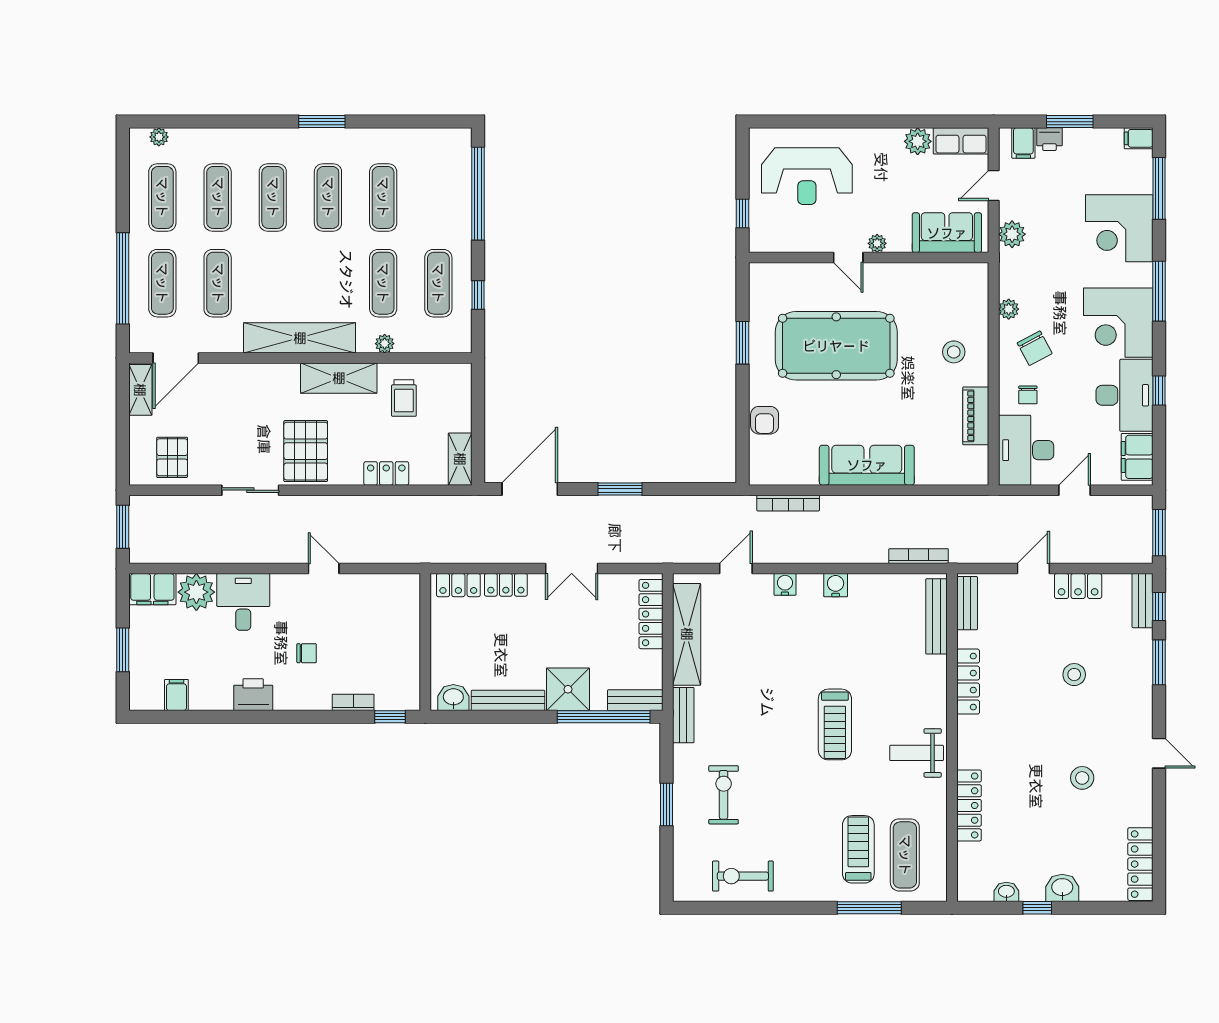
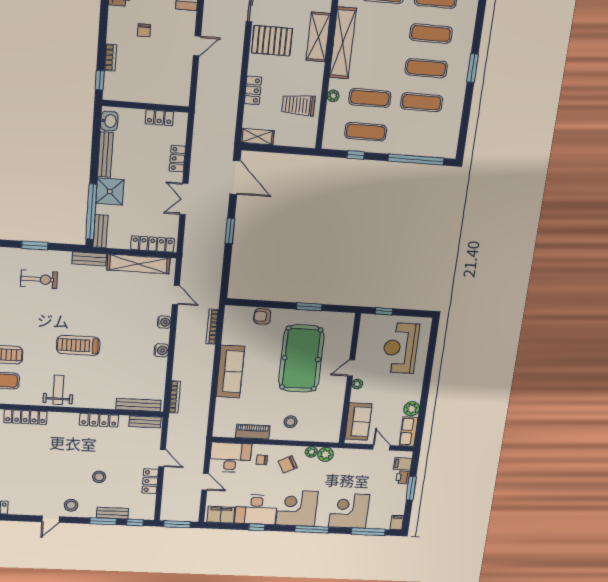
plant: (1012, 234) -> (326, 454), moved
shelving: (339, 378) -> (318, 37), moved
trolley: (404, 398) -> (298, 105), width x1.36, depth x1.39
locker: (458, 585) -> (159, 118), moved, turned -90
bench: (1142, 601) -> (112, 513), moved
stool: (1082, 778) -> (71, 505), moved

